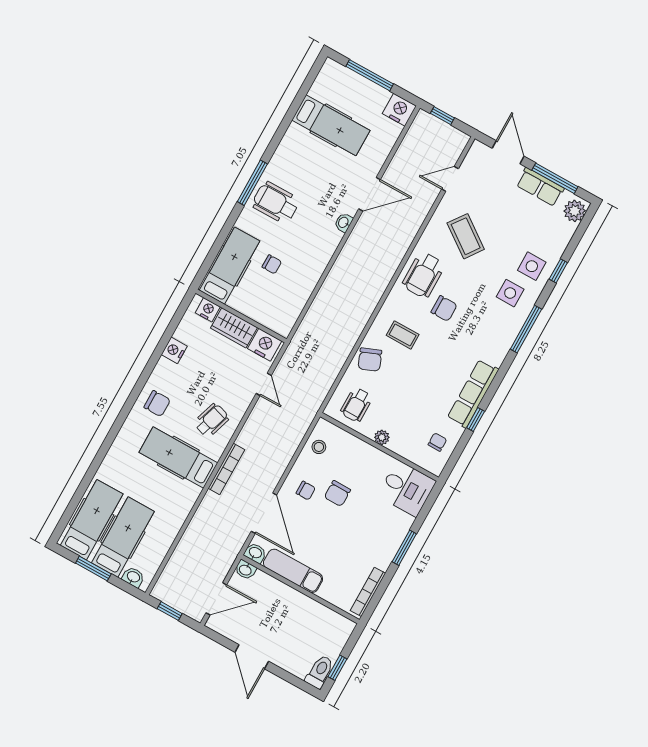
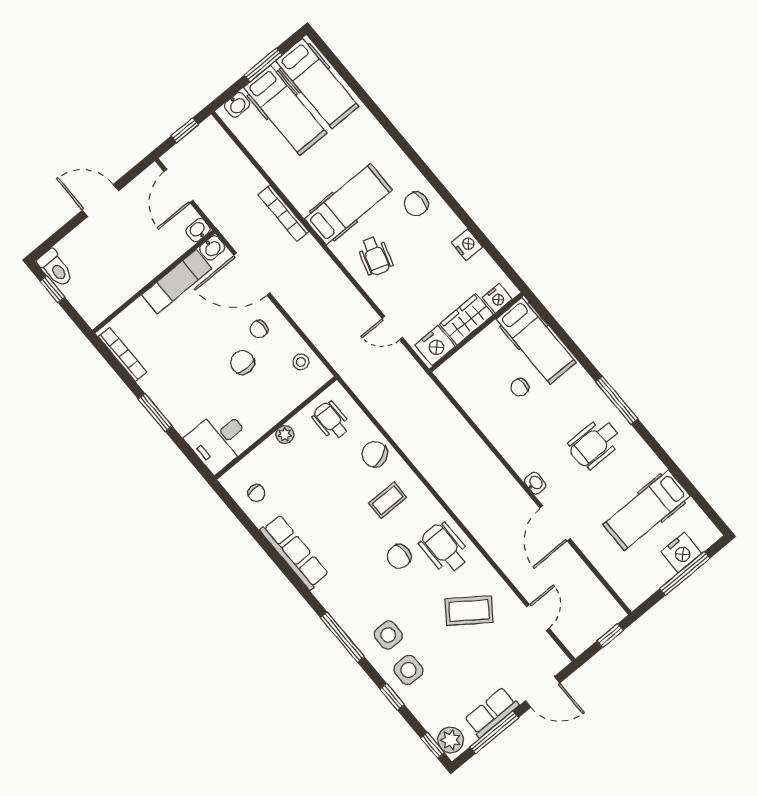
nightstand: (399, 110) -> (681, 553), moved
wheelchair: (276, 203) -> (594, 443), moved, turned 180
window: (476, 420) -> (432, 745), moved
bookcase: (226, 469) -> (283, 213), moved

